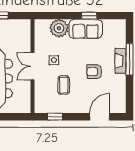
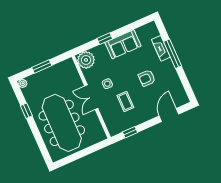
window: (89, 16) -> (105, 39), moved
plant: (59, 28) -> (86, 60), moved
fireplace: (121, 61) -> (161, 48), moved

